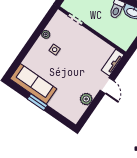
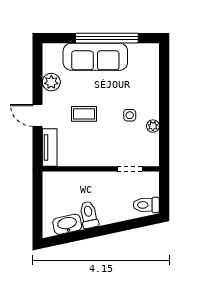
coffee table: (80, 68) -> (84, 114), added
sofa: (33, 84) -> (95, 57), moved
window: (37, 102) -> (107, 38), width x2.11

